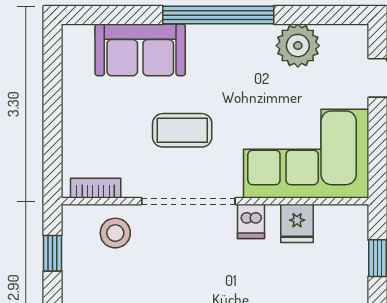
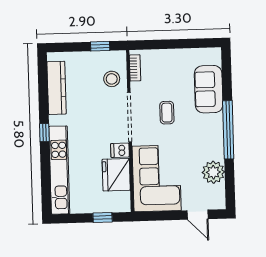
coffee table: (182, 130) -> (167, 113), width x0.73, depth x0.77
fridge: (297, 223) -> (116, 175), width x1.88, depth x1.34

